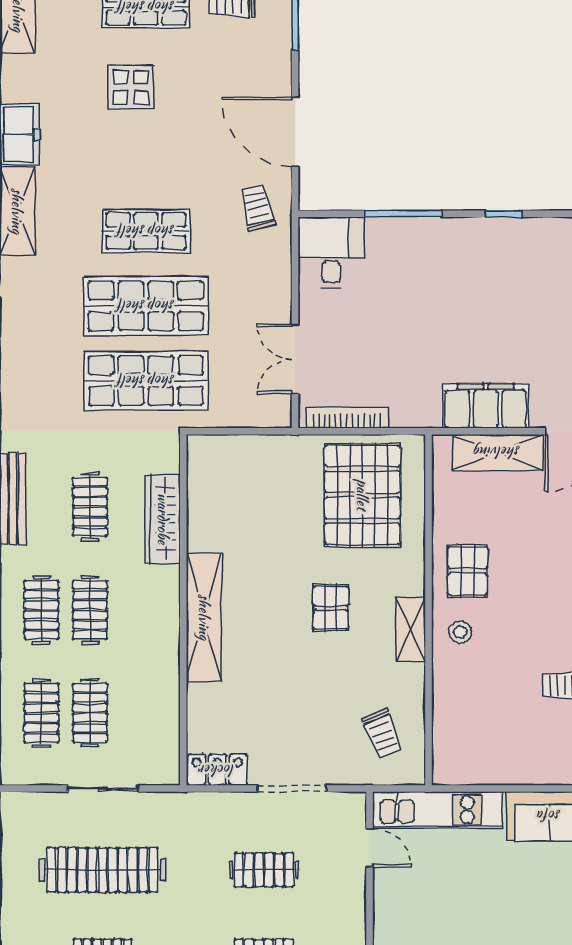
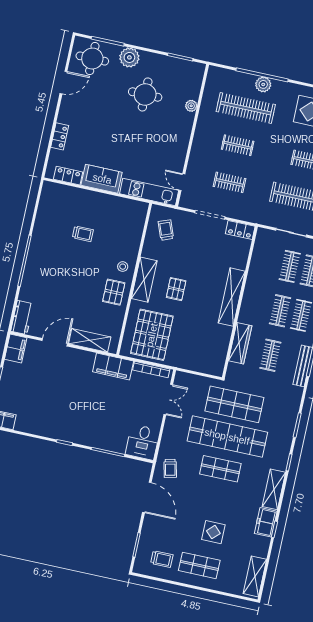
shop shelf: (146, 306) -> (227, 437), width x1.40
filing cabinet: (486, 406) -> (113, 366), moved
shelving: (411, 629) -> (144, 280), width x1.50, depth x1.33

